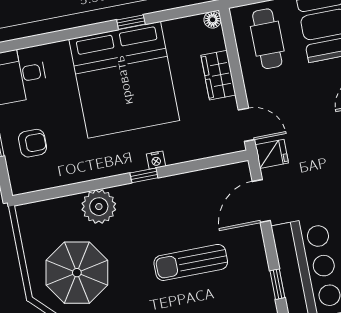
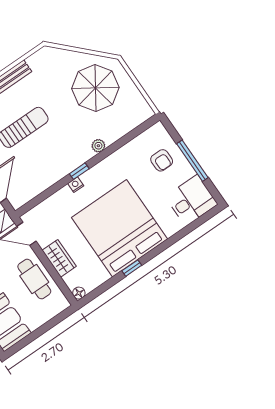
cafe table: (267, 39) -> (34, 279), moved
armchair: (33, 143) -> (162, 160), turned -90
plant: (99, 207) -> (98, 146), width x0.53, depth x0.53

